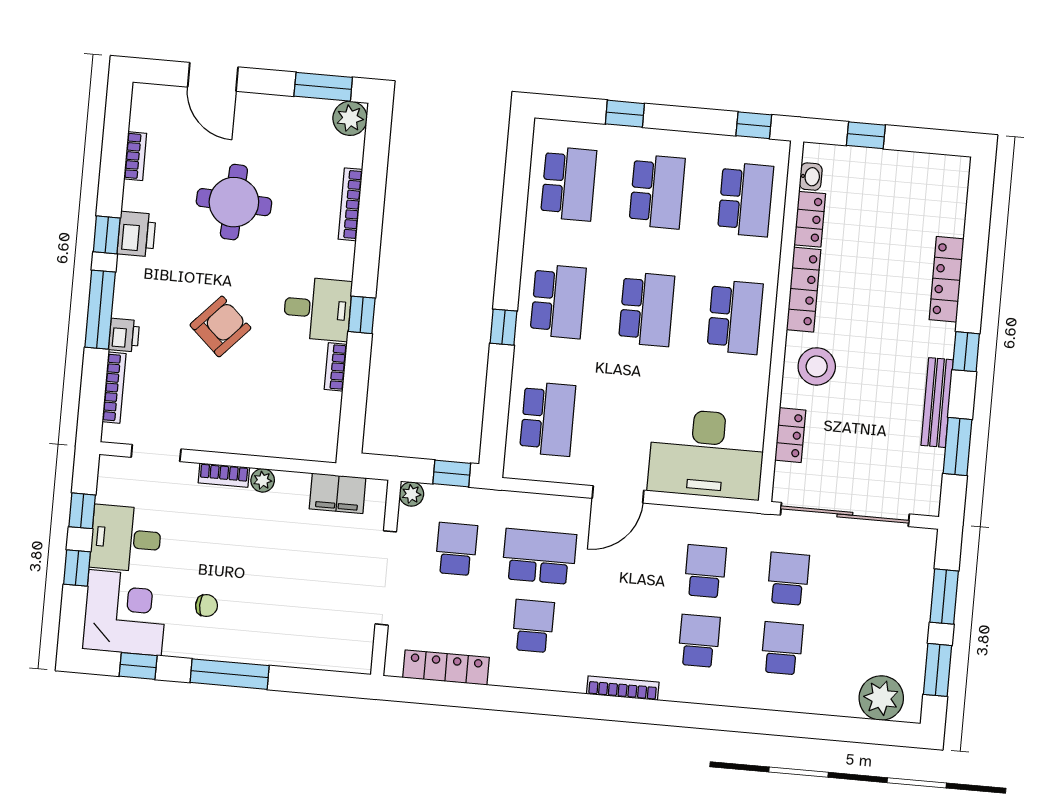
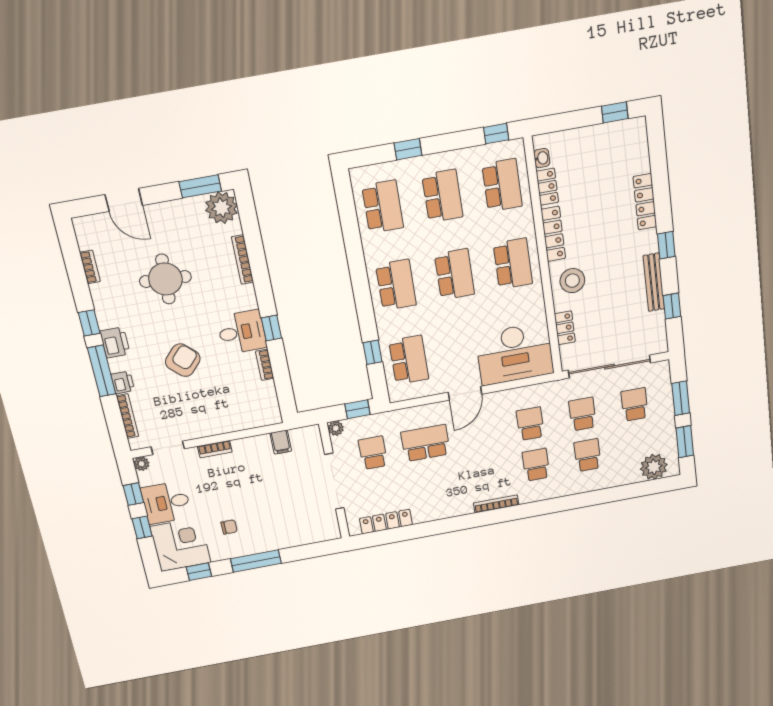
plant: (350, 118) -> (221, 208), width x1.36, depth x1.36
window: (866, 135) -> (615, 112), moved
printer: (137, 234) -> (115, 343), moved
window: (504, 327) -> (373, 352), moved
window: (957, 447) -> (672, 306), width x0.67
plant: (263, 480) -> (141, 464), moved
filing cabinet: (338, 493) -> (281, 442), width x0.50
school desk: (533, 626) -> (635, 404), moved

